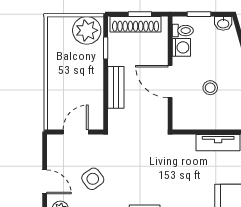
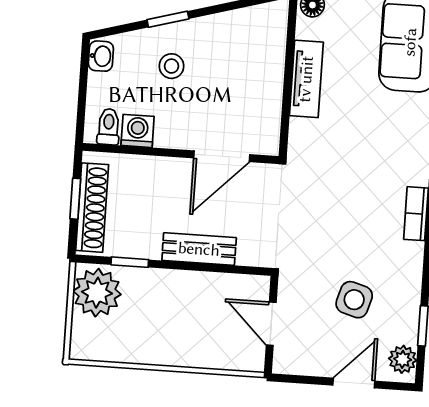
window: (199, 14) -> (82, 97), removed
door: (170, 82) -> (222, 156), moved
stool: (210, 88) -> (171, 66), moved
side table: (93, 179) -> (354, 300), turned -38

